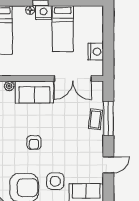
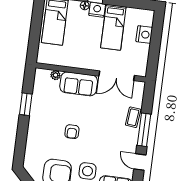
nightstand: (96, 52) -> (144, 35), moved
window: (108, 118) -> (144, 130), moved
door: (108, 165) -> (140, 162), swing flipped

